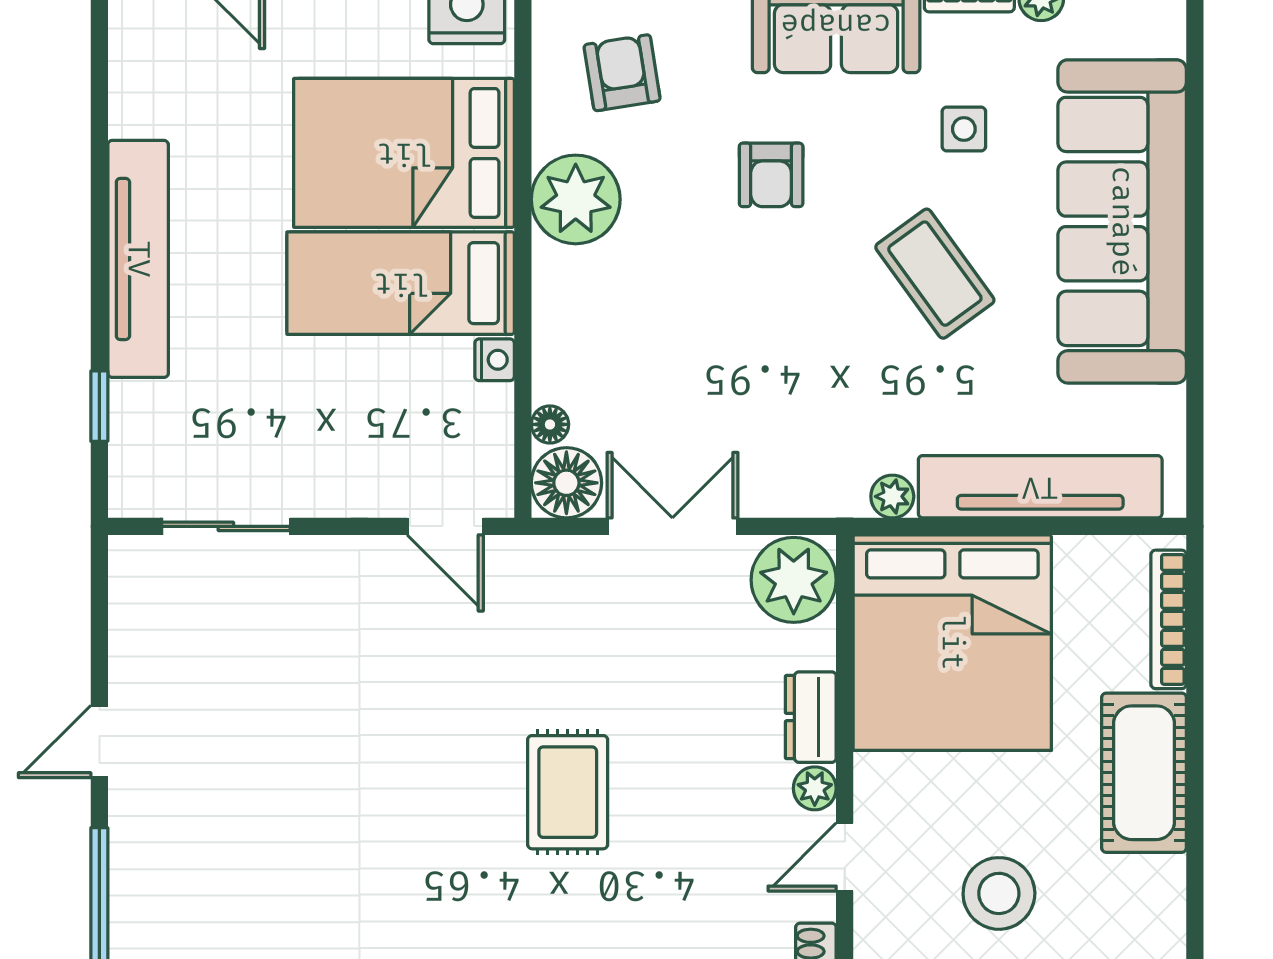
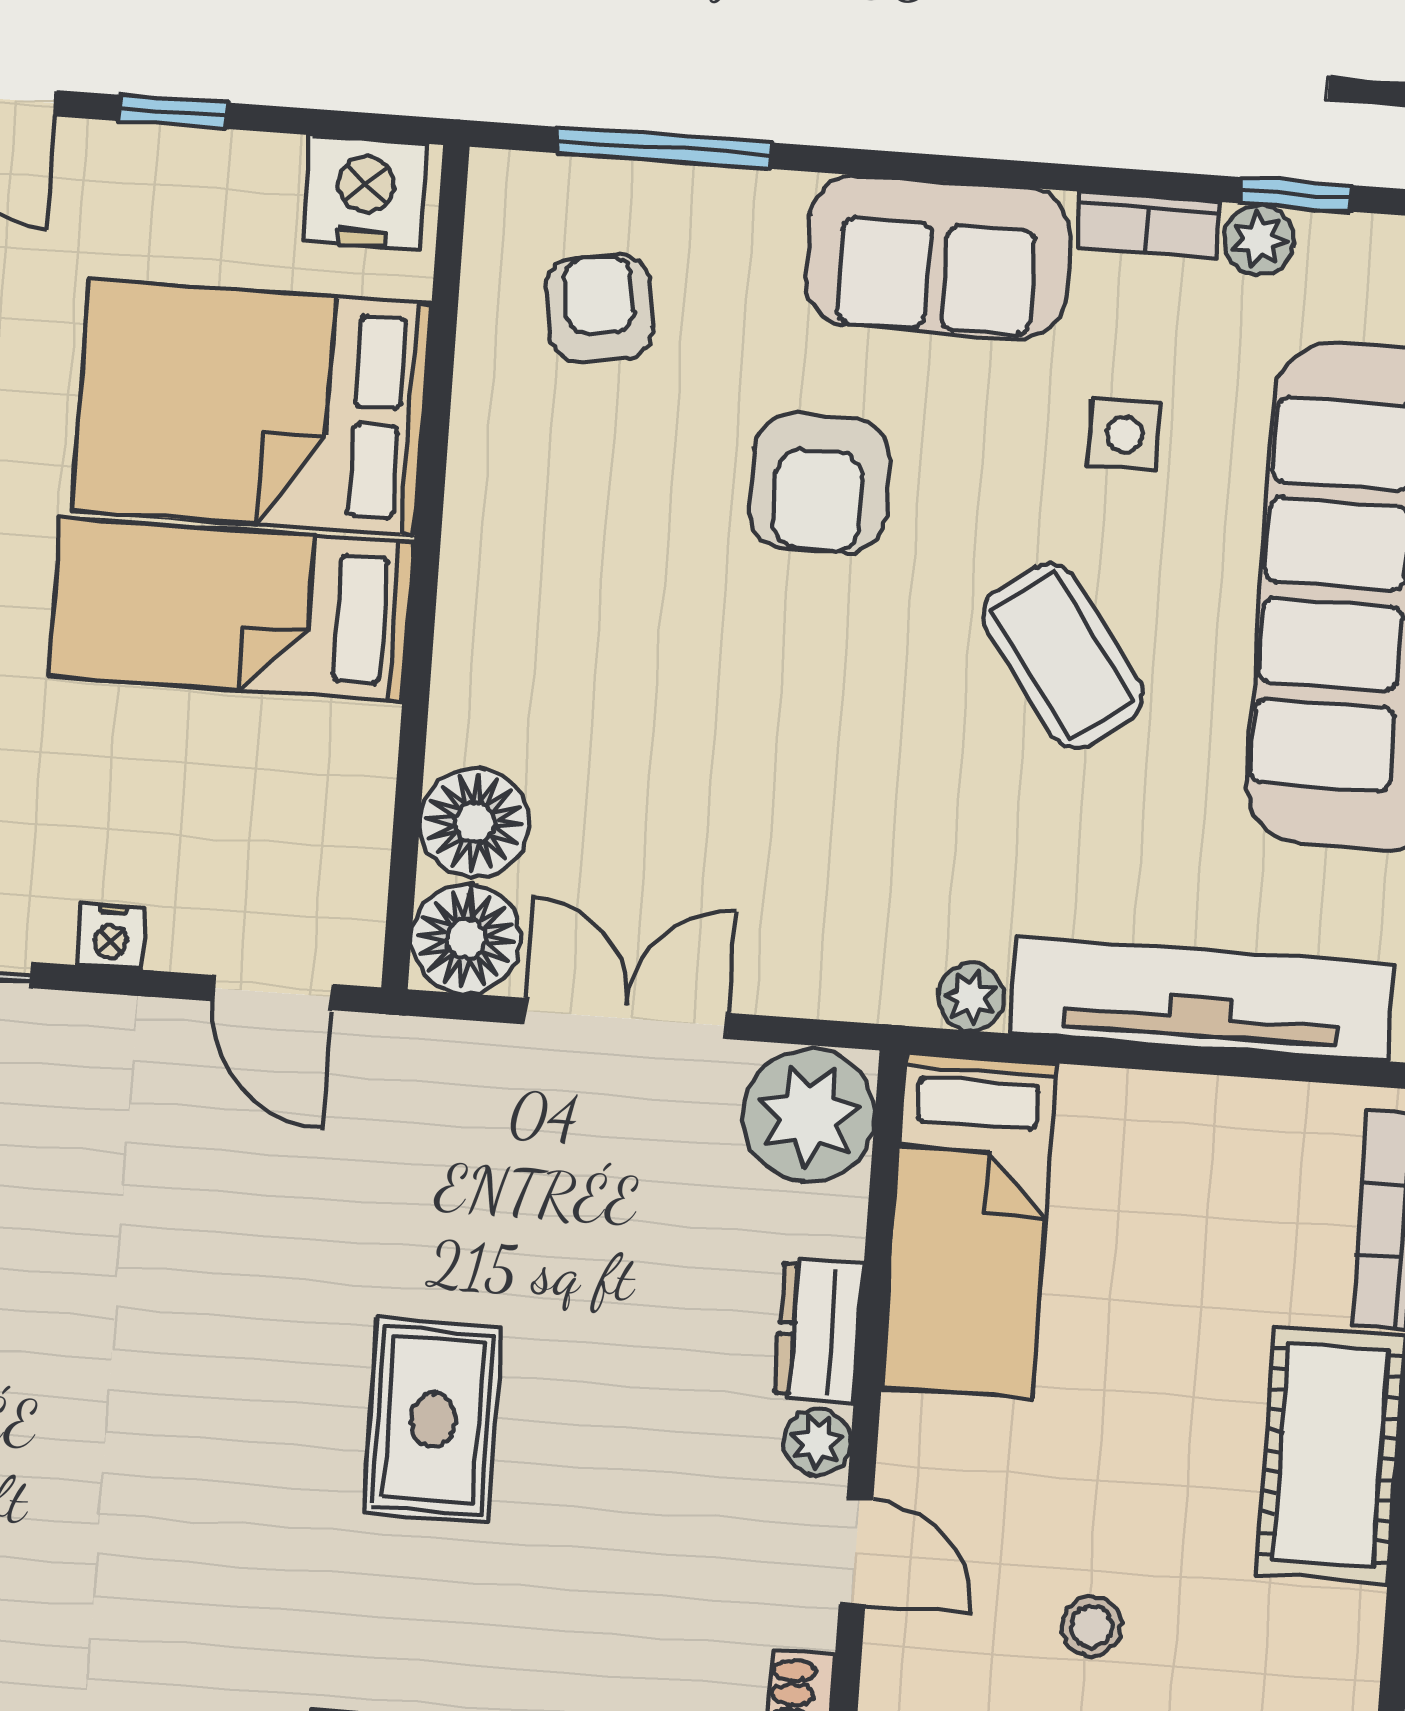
armchair: (771, 175) -> (819, 484), width x1.38, depth x1.38
plant: (576, 199) -> (513, 499), removed
nightstand: (495, 360) -> (111, 937), moved, turned 90
floor lamp: (550, 424) -> (475, 823), width x1.89, depth x1.89
bed: (952, 643) -> (969, 1225), width x0.49
door: (845, 857) -> (856, 1552), swing flipped
stool: (999, 893) -> (1091, 1626), width x0.53, depth x0.53

